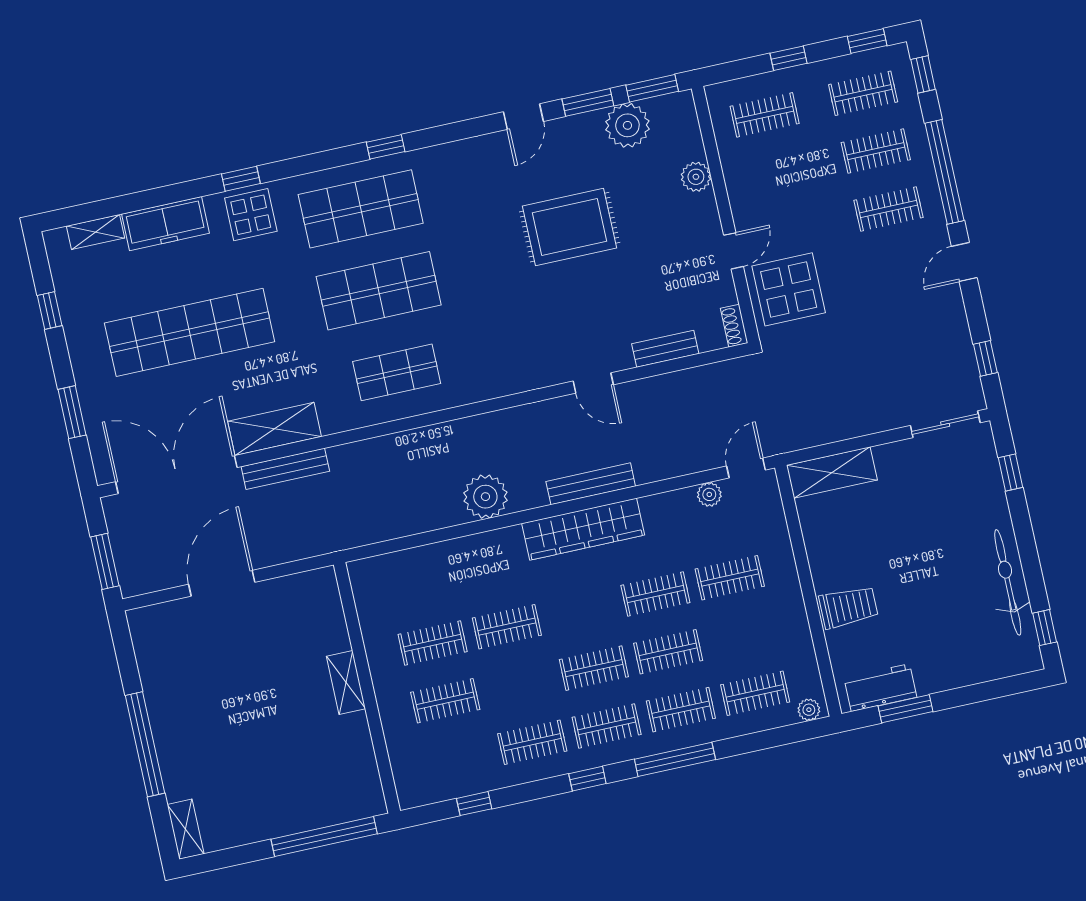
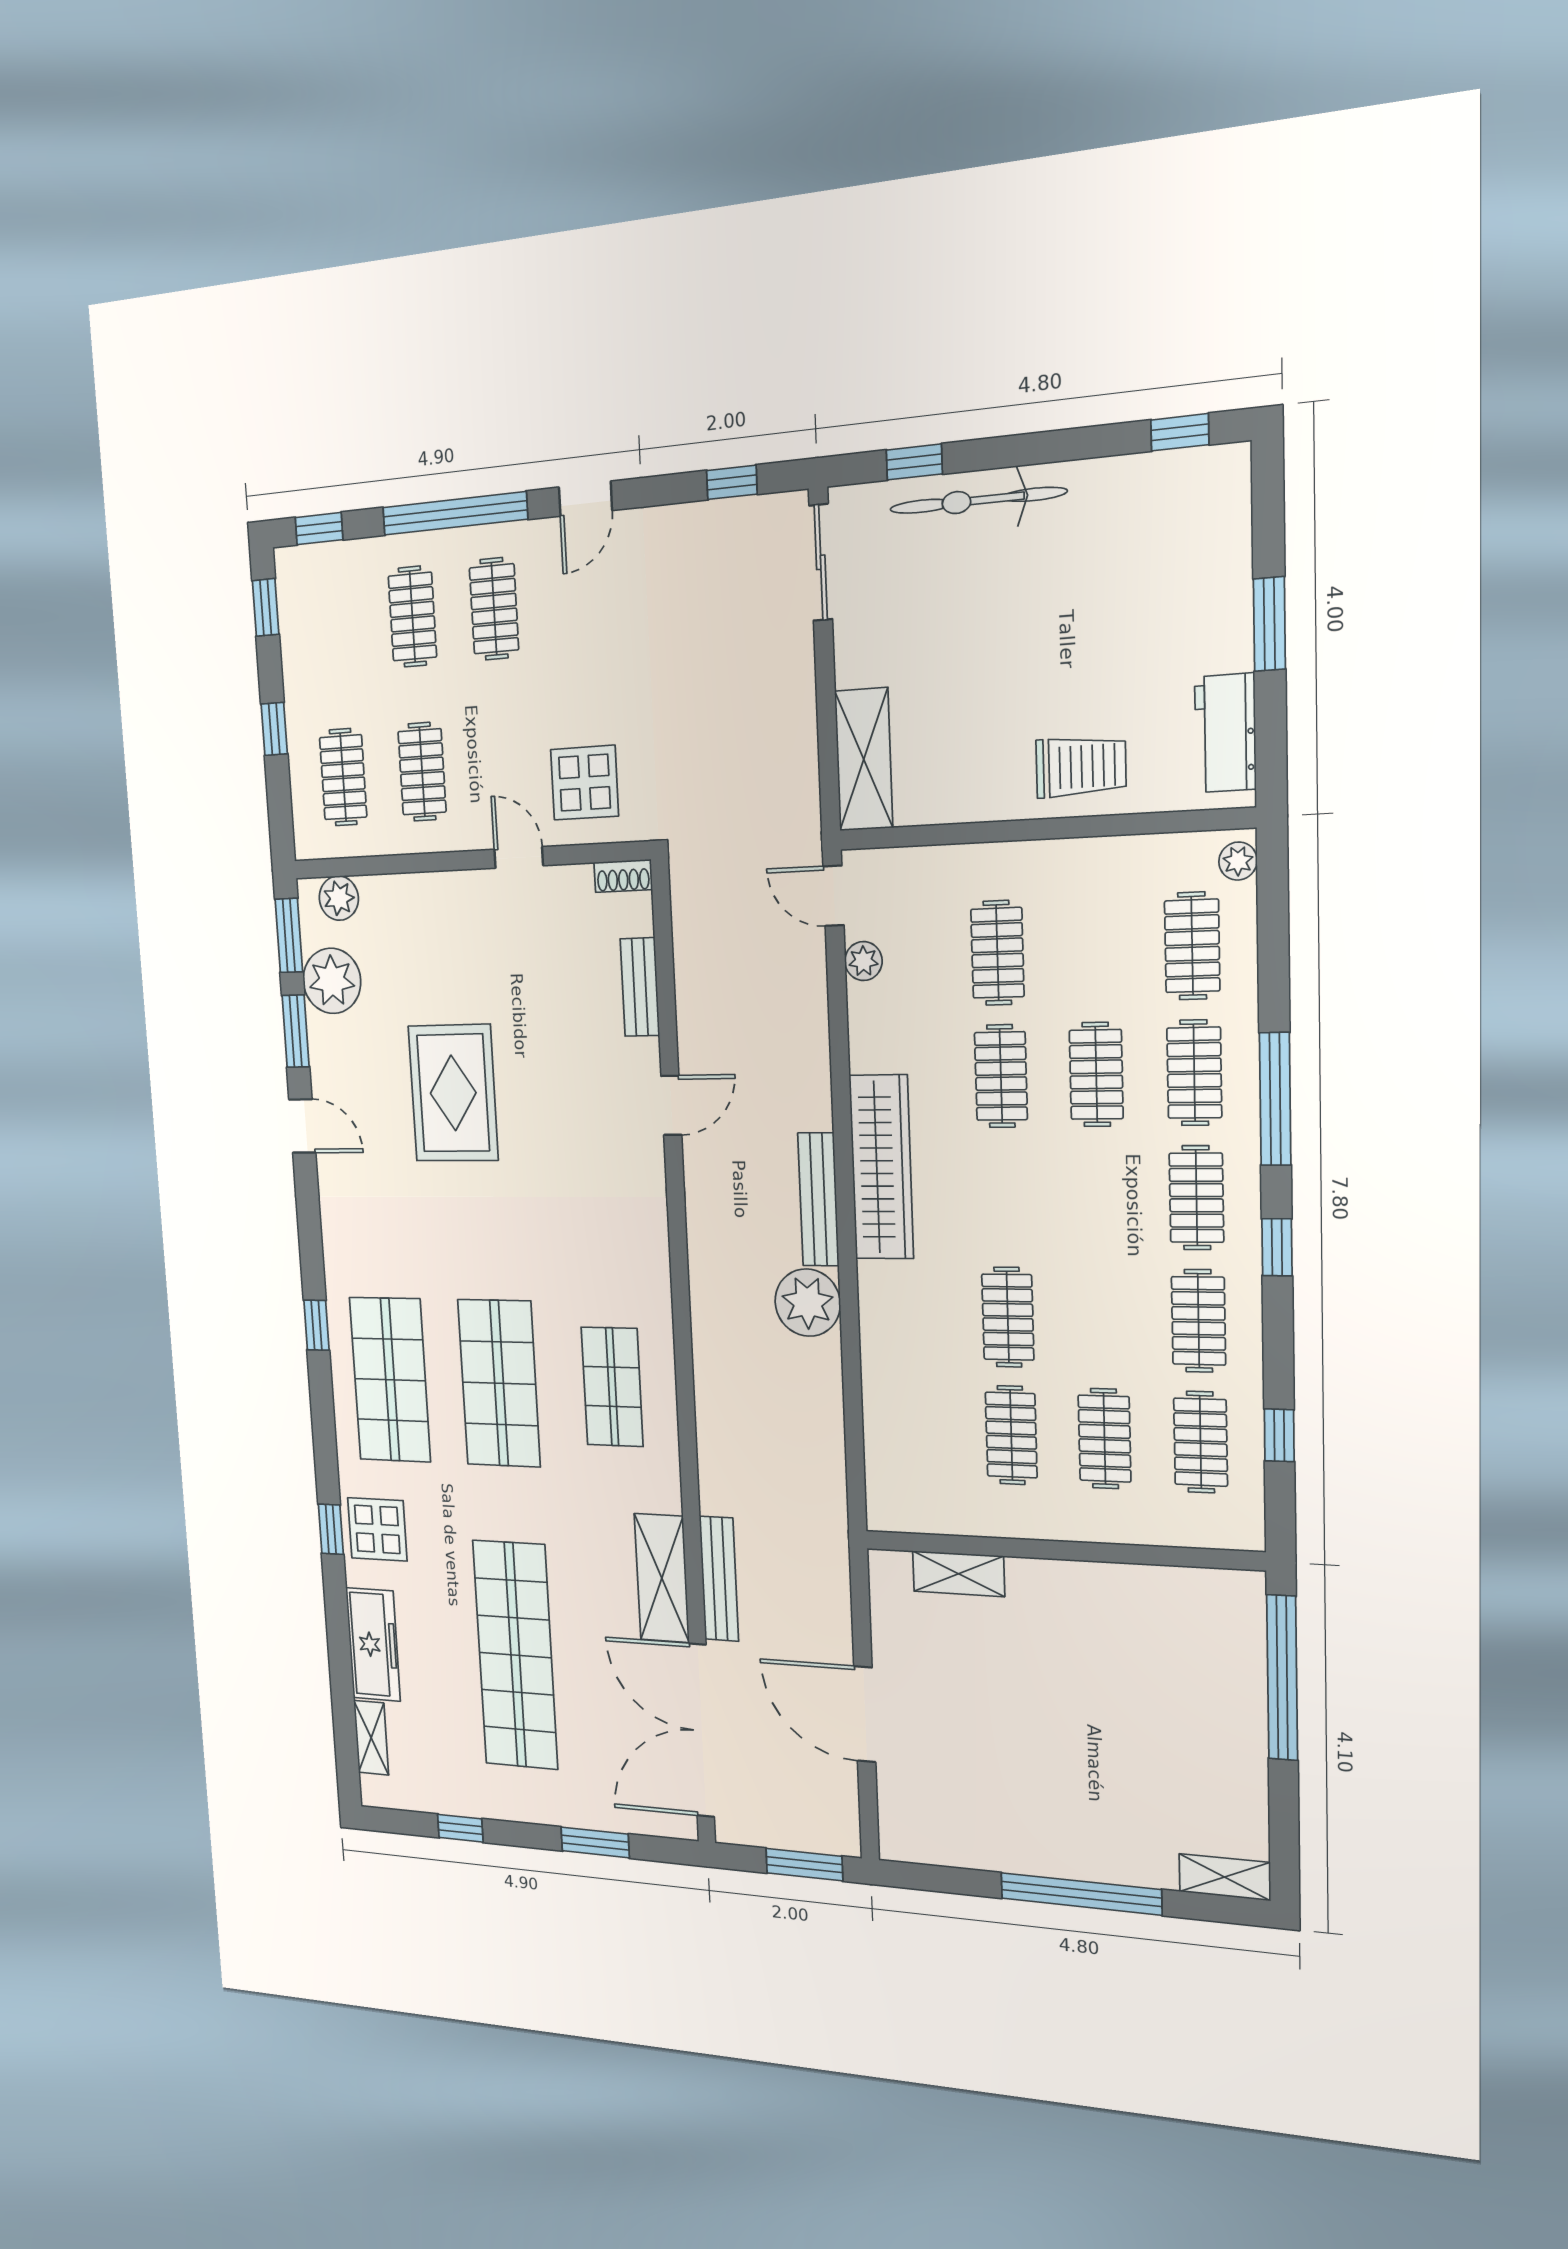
clothes rail: (863, 93) -> (422, 772), moved
plant: (696, 177) -> (339, 898), moved
door: (964, 262) -> (585, 499), hinge flipped
display table: (789, 289) -> (585, 783), width x0.73, depth x0.73
bench: (591, 484) -> (818, 1199), moved
bicycle: (1008, 582) -> (978, 500), moved
trolley: (848, 607) -> (1081, 767), turned 90
clothes rail: (594, 668) -> (1201, 1442), moved
shelving: (346, 683) -> (958, 1574), moved
window: (906, 709) -> (1269, 624), moved

